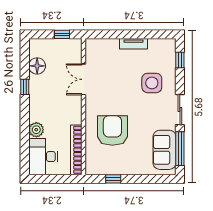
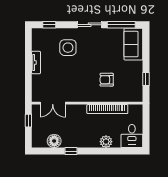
double door: (84, 79) -> (53, 103), moved
armchair: (112, 131) -> (107, 80), width x0.53, depth x0.53
bookcase: (76, 150) -> (107, 109), moved
sofa: (165, 150) -> (133, 44), moved, turned 90
desk: (43, 157) -> (132, 136), width x0.73

